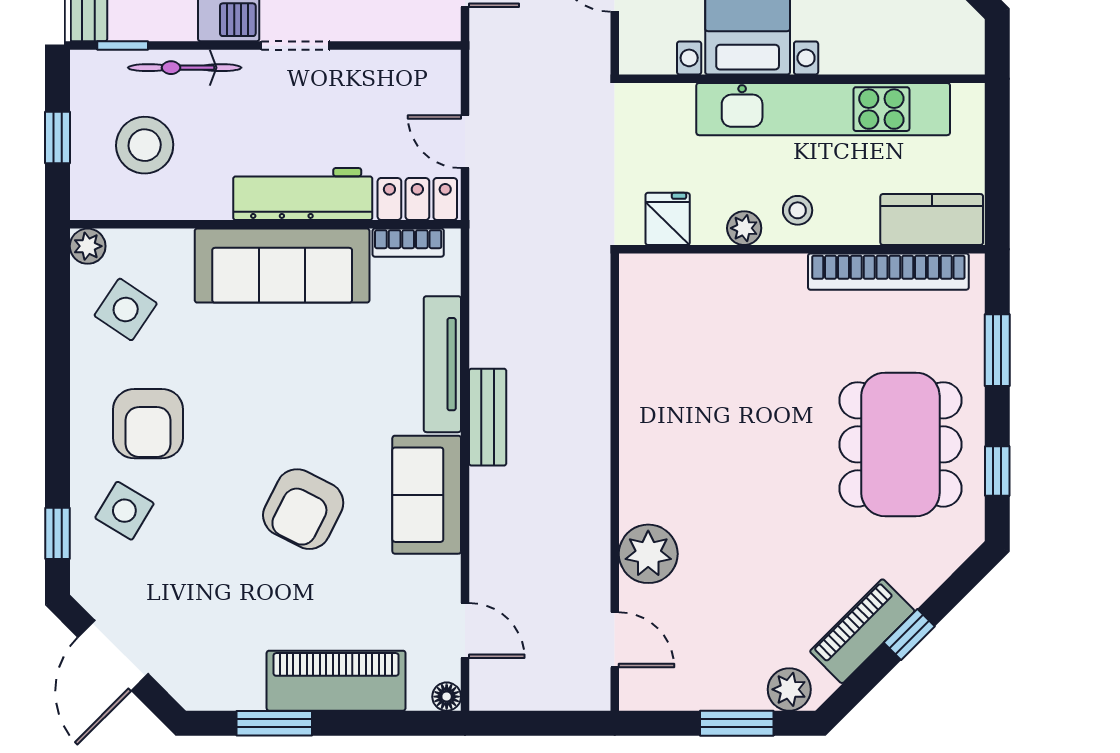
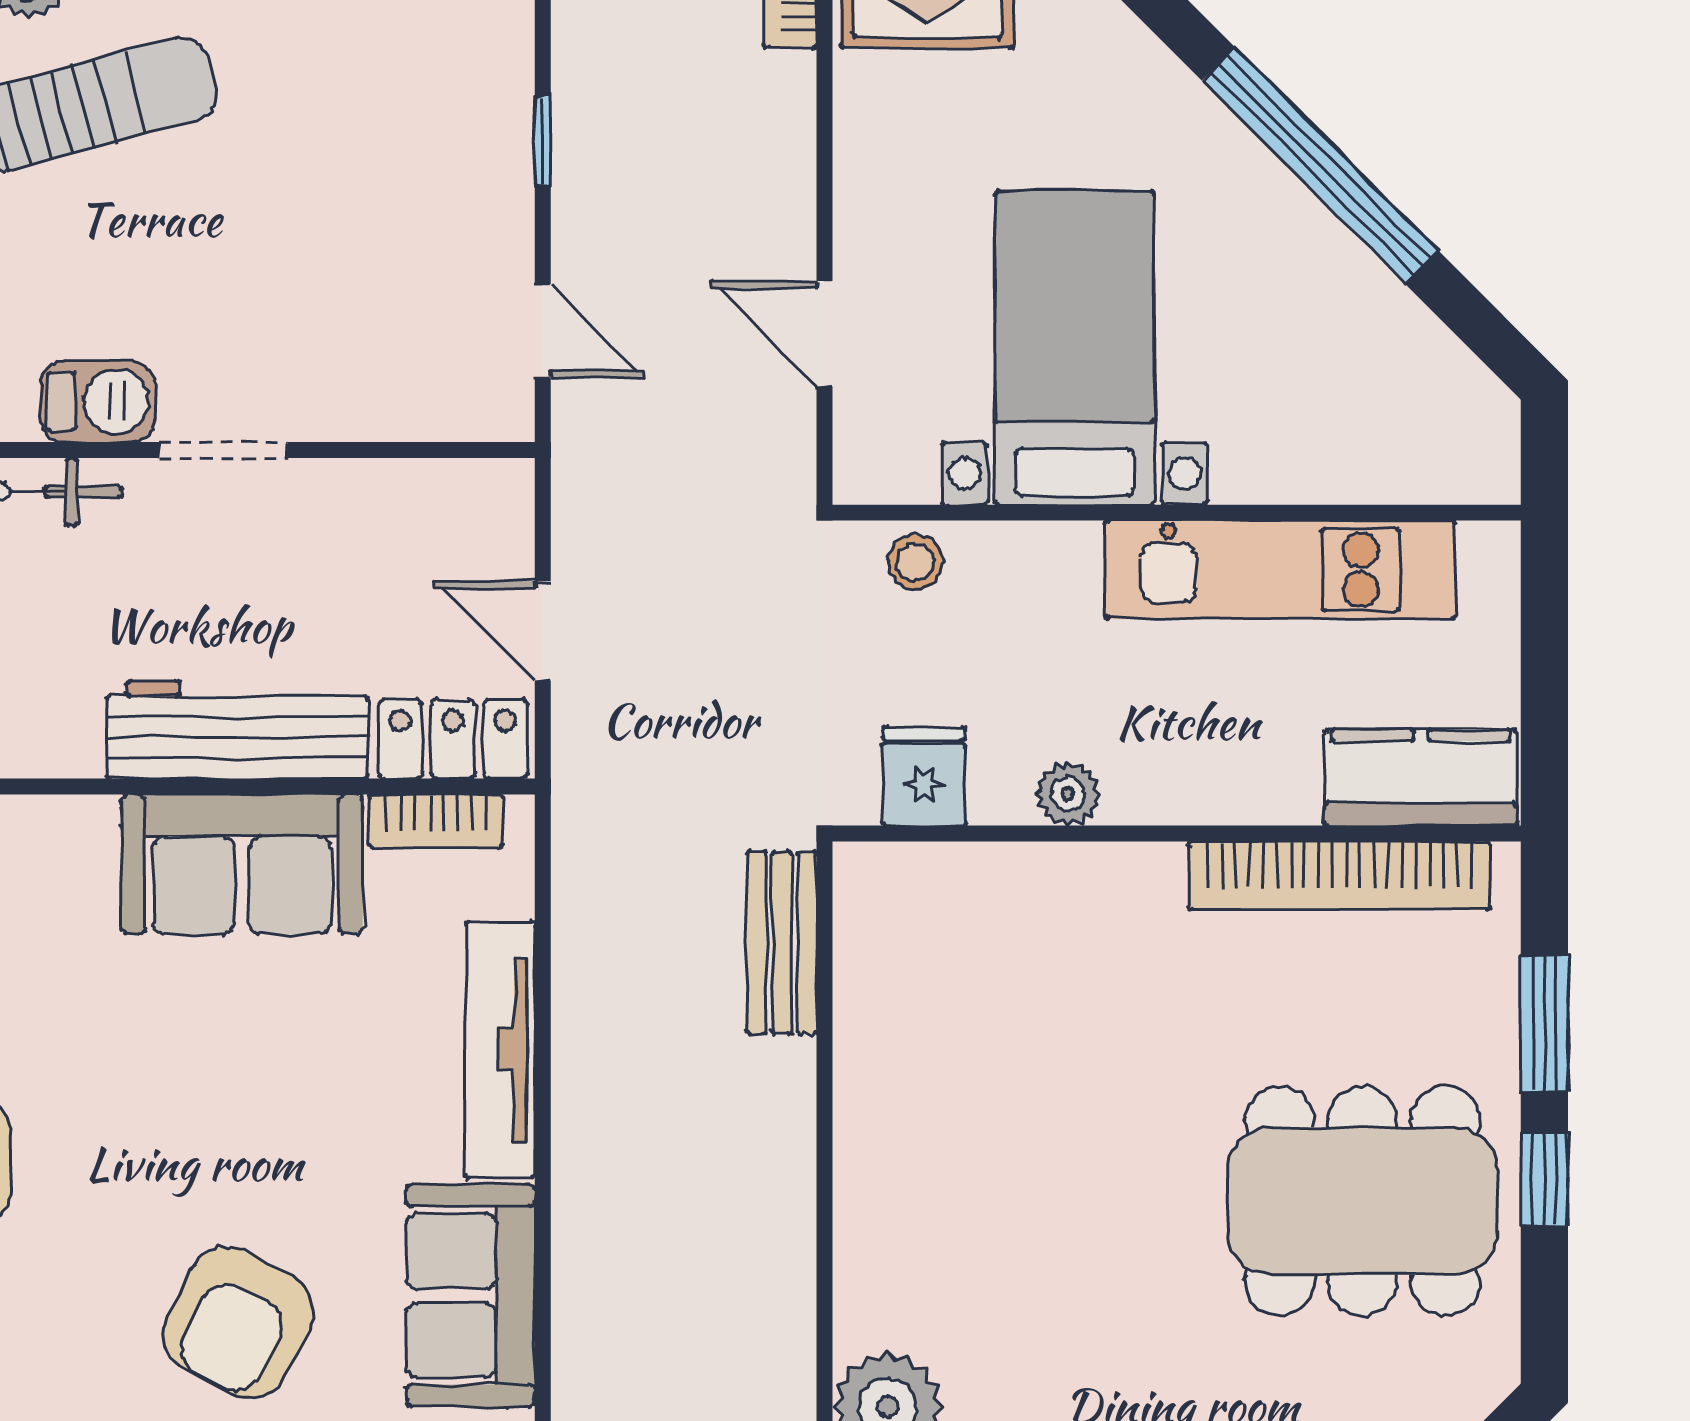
kitchen unit: (823, 109) -> (1280, 570), width x0.73
stool: (798, 210) -> (915, 562), moved
sofa: (282, 266) -> (242, 864), width x0.73
bench: (488, 417) -> (782, 943), moved
dining table: (900, 444) -> (1362, 1201), turned 90
window: (997, 471) -> (1544, 1179), moved

